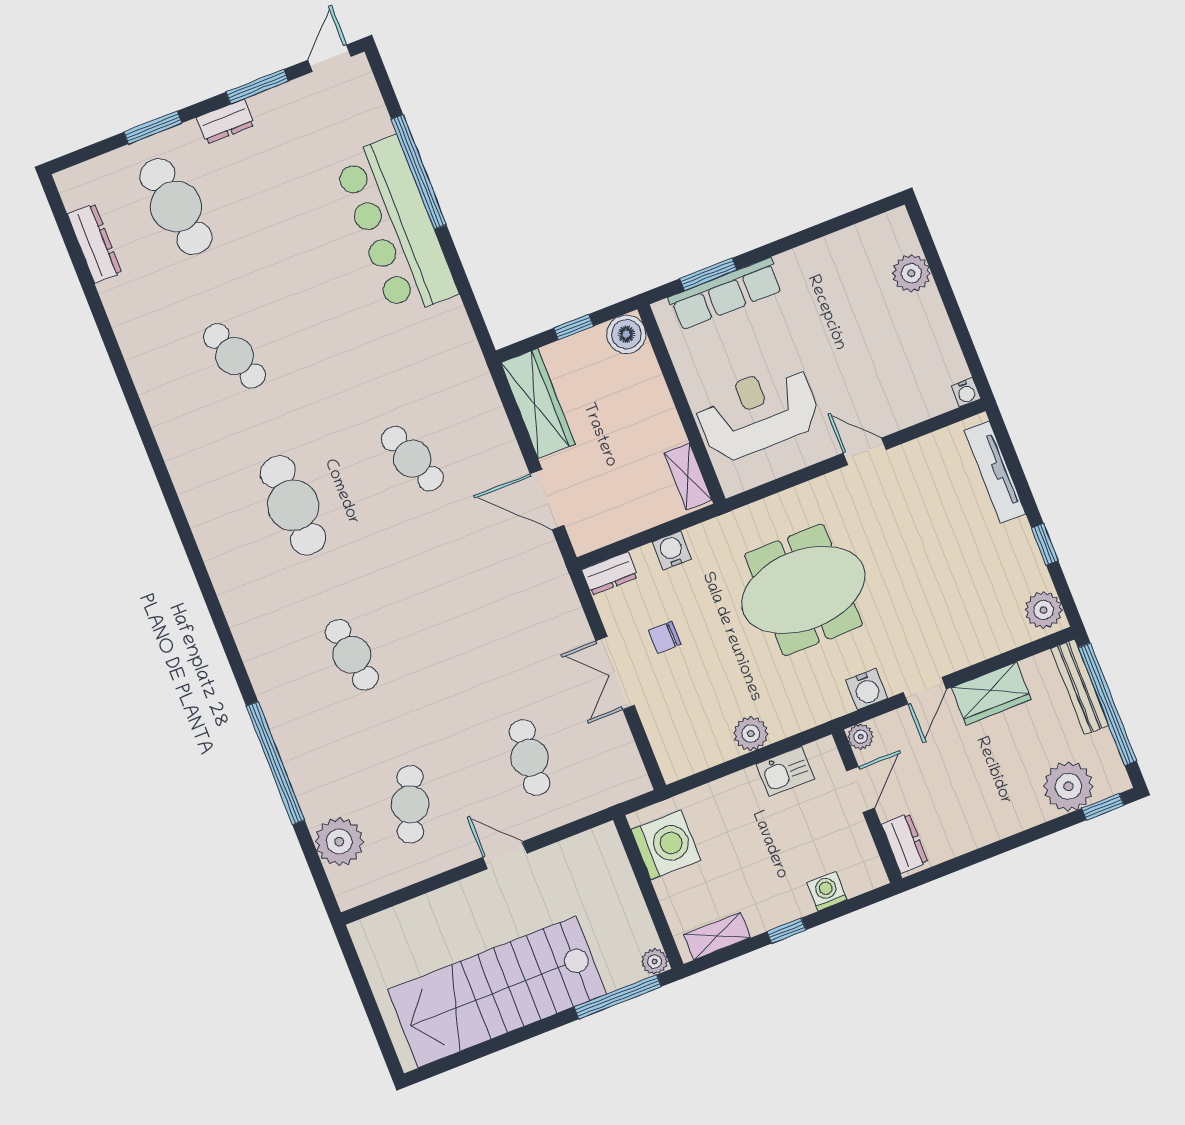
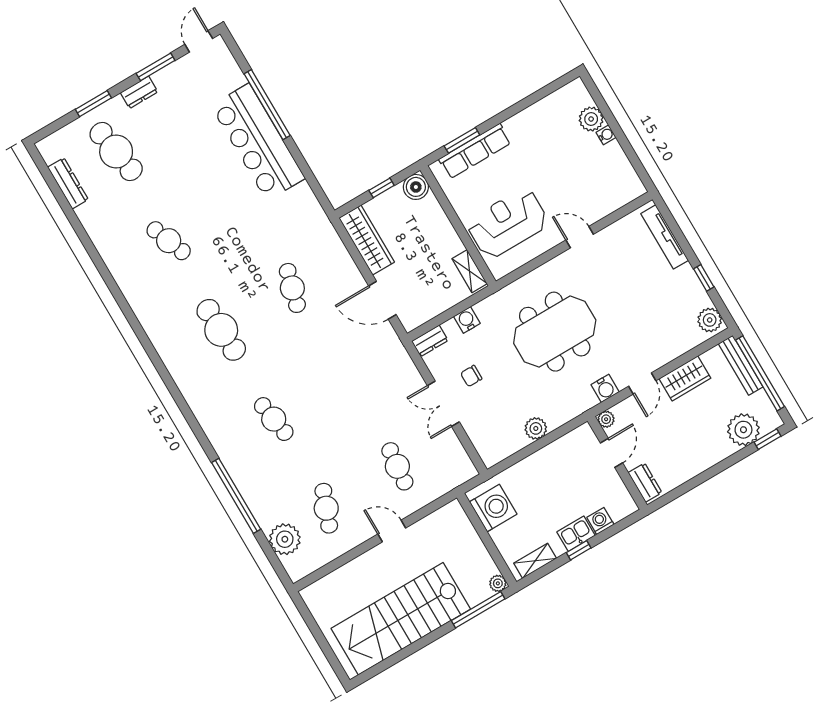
water cooler: (966, 392) -> (606, 135), moved, turned -90
cafe table: (412, 459) -> (292, 288), turned 36
kitchen sink: (785, 771) -> (576, 534), moved, turned 180

